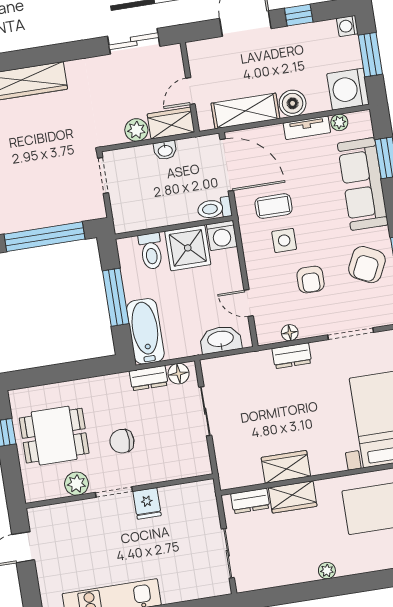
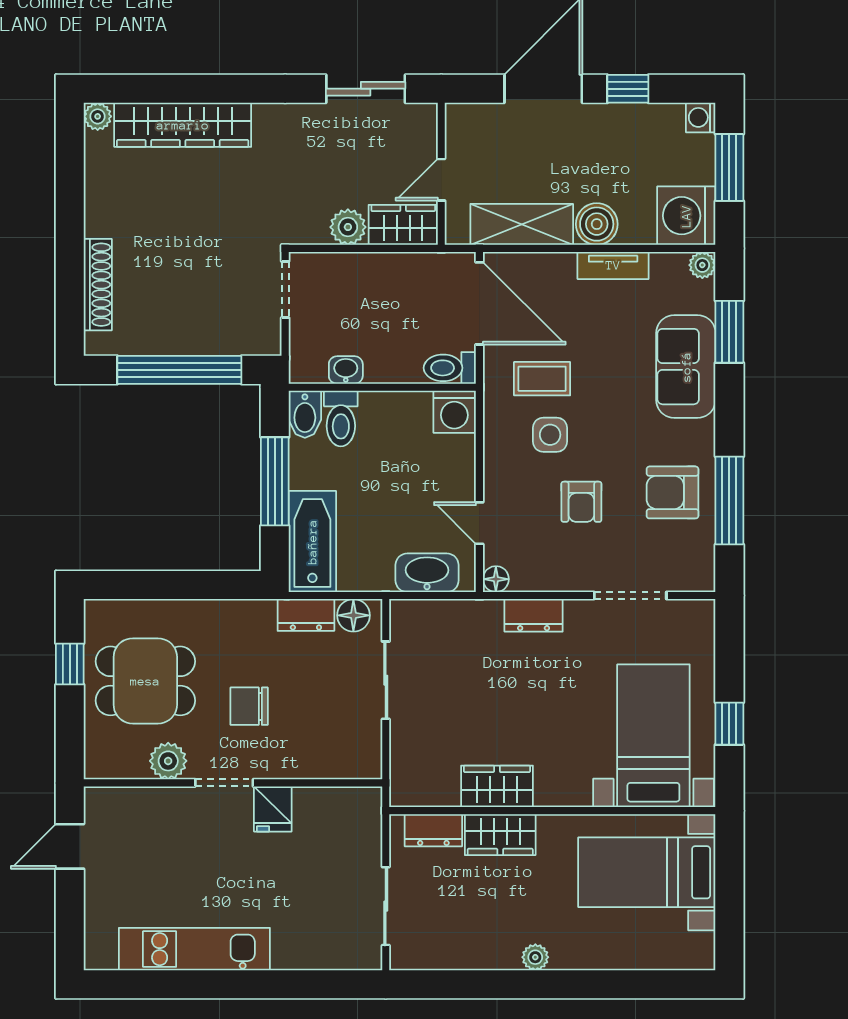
plant: (339, 122) -> (702, 265), moved
washbasin: (165, 150) -> (346, 370), moved, turned 180
sofa: (363, 184) -> (686, 367), width x0.73
shower: (188, 248) -> (399, 423), removed
bidet: (128, 252) -> (305, 414), added
armchair: (367, 265) -> (673, 492), turned 64
floor lamp: (290, 333) -> (496, 579), moved

